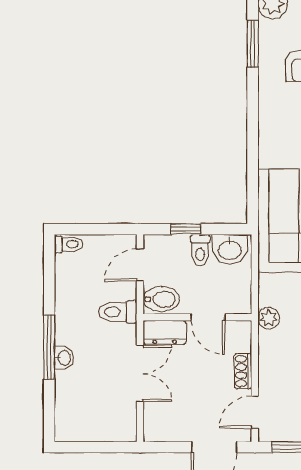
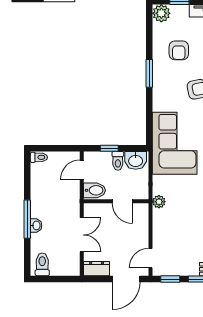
window: (253, 44) -> (149, 73), moved
toilet: (118, 312) -> (42, 264), moved, turned 90
dresser: (165, 332) -> (97, 269), moved, turned 180
shoe rack: (243, 371) -> (144, 233), removed

